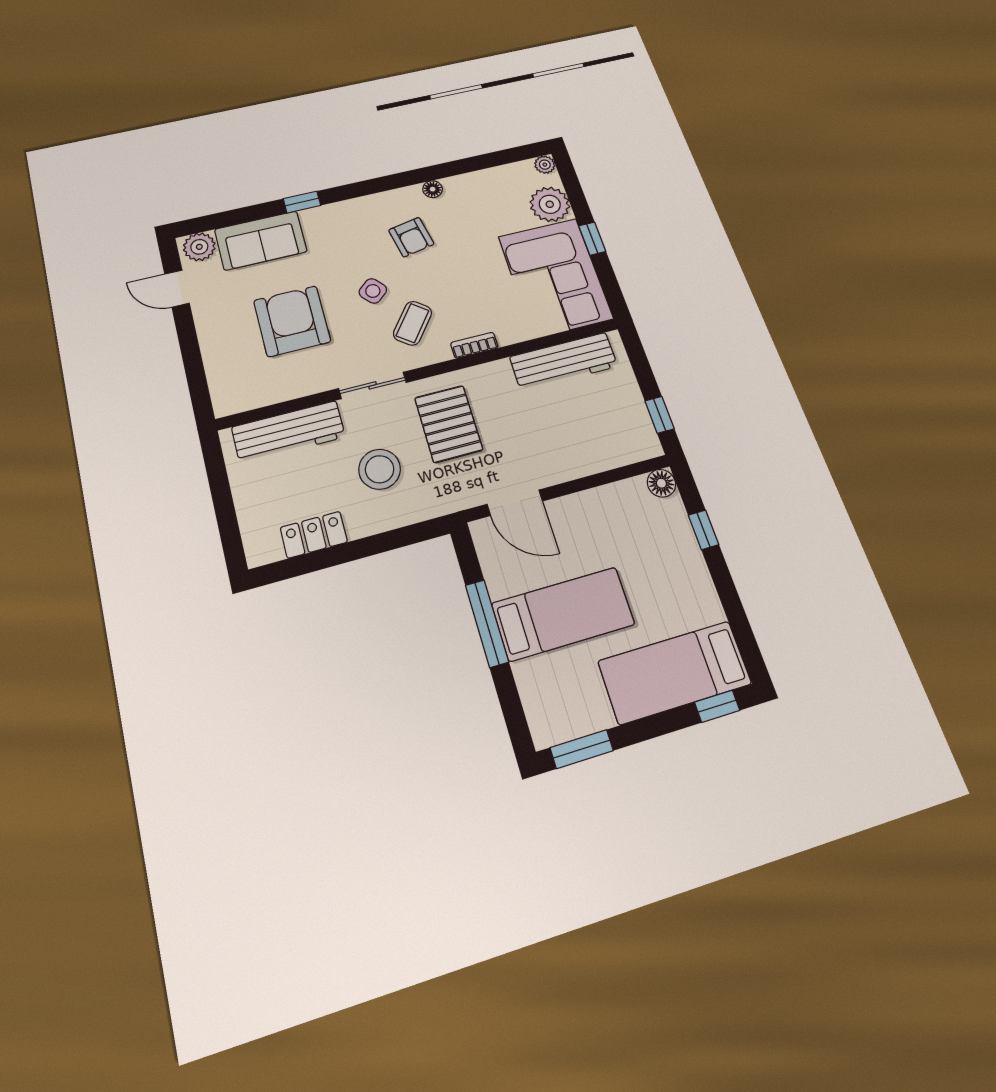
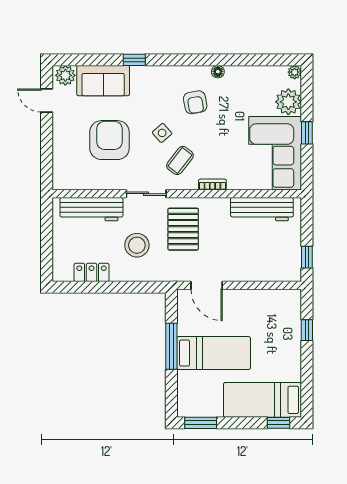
floor lamp: (661, 483) -> (293, 297), removed

